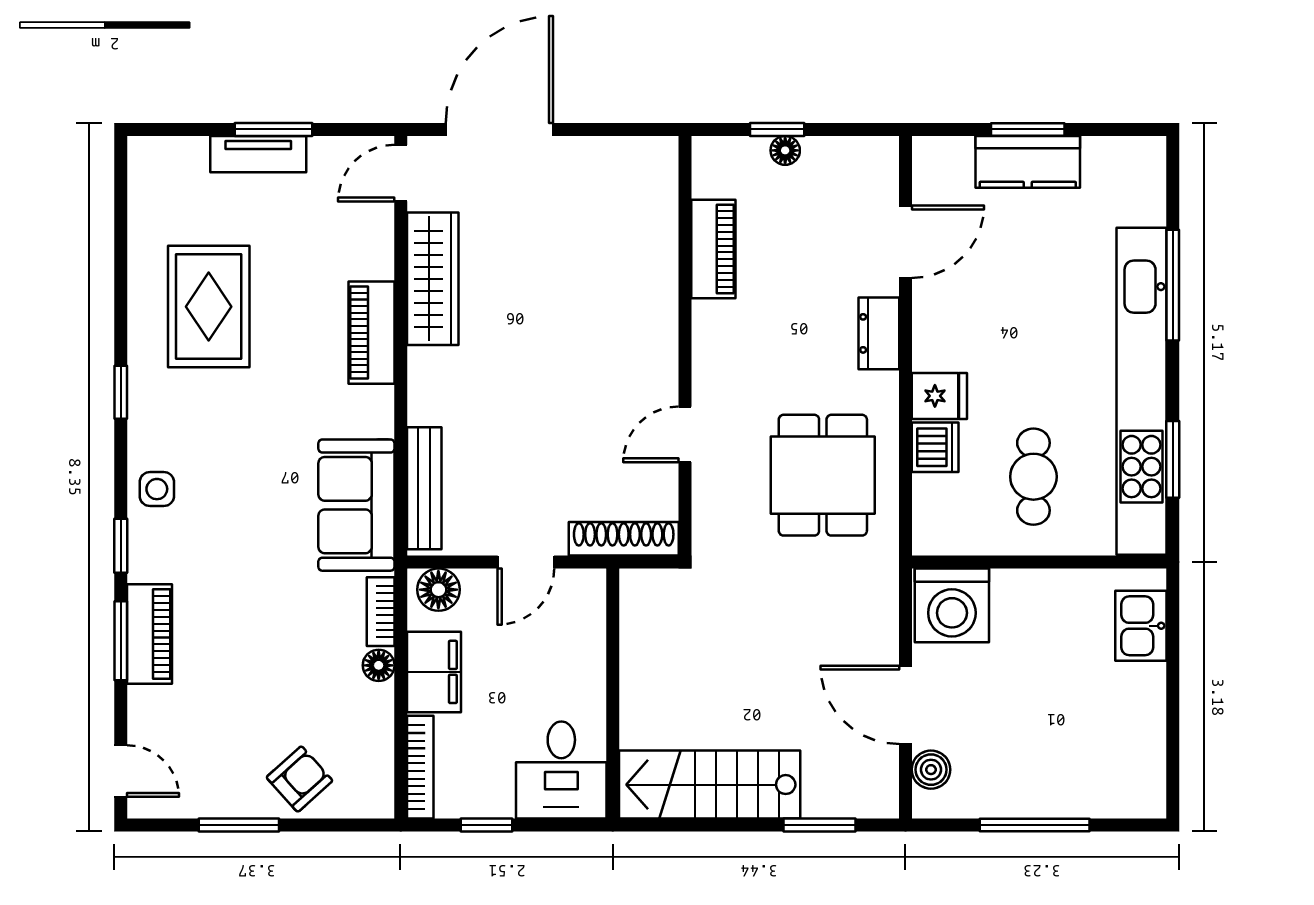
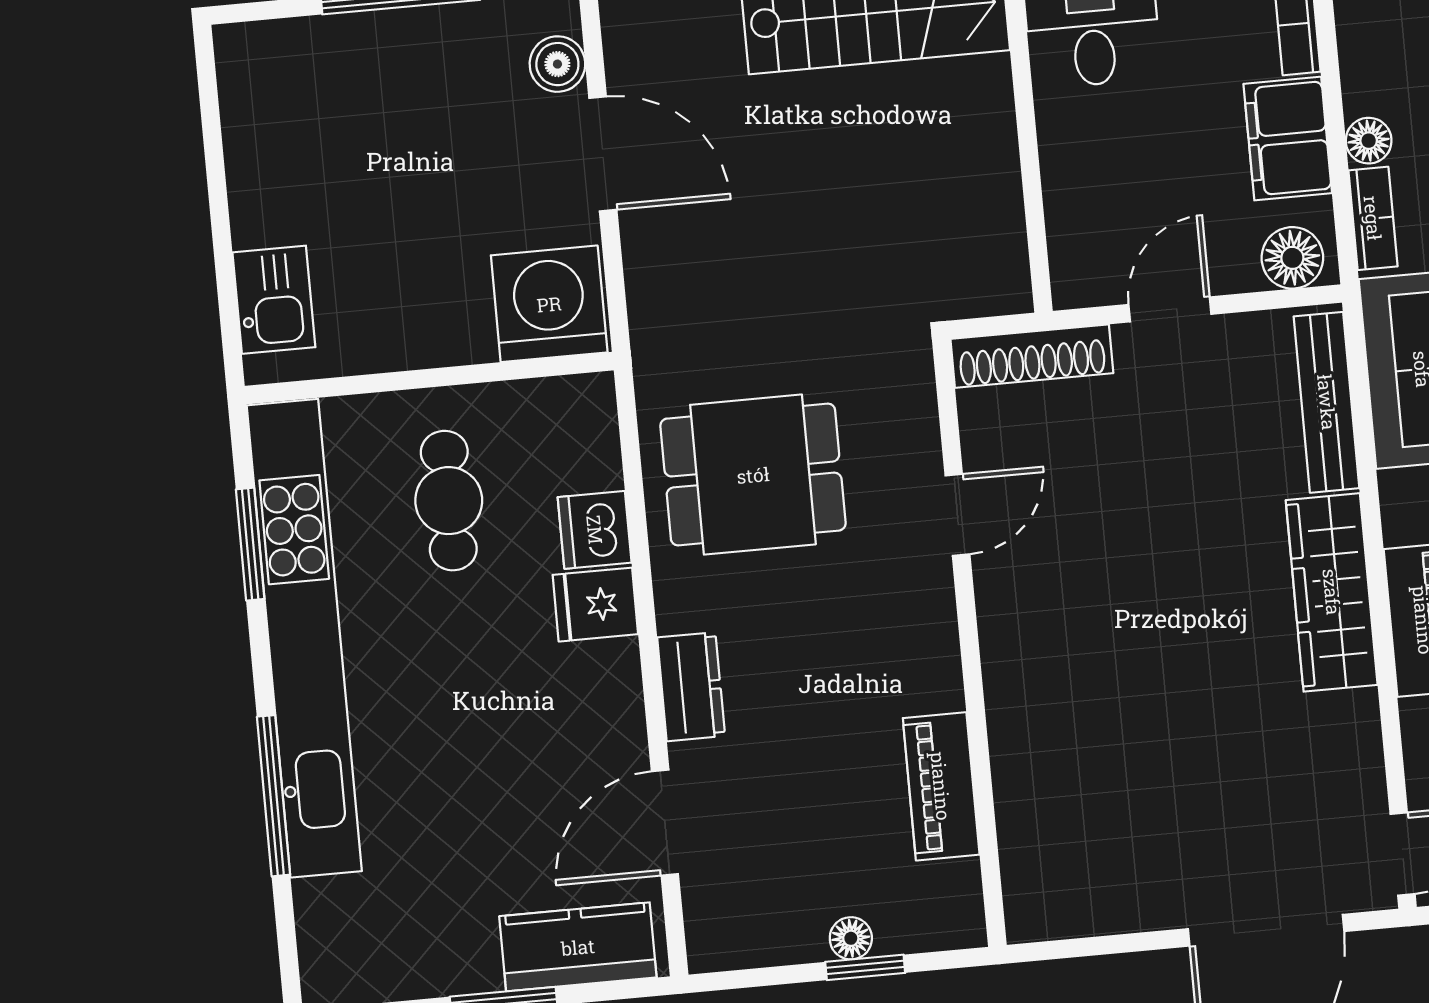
kitchen counter: (1028, 162) -> (578, 947), moved
wardrobe: (433, 279) -> (1332, 592), moved
dining table: (823, 475) -> (753, 475), turned 90

